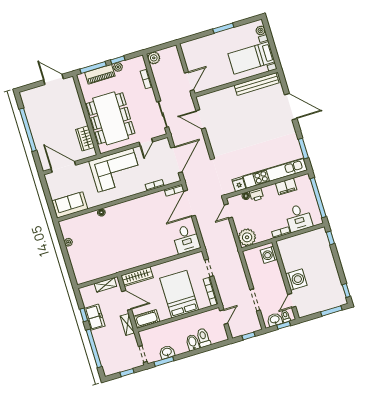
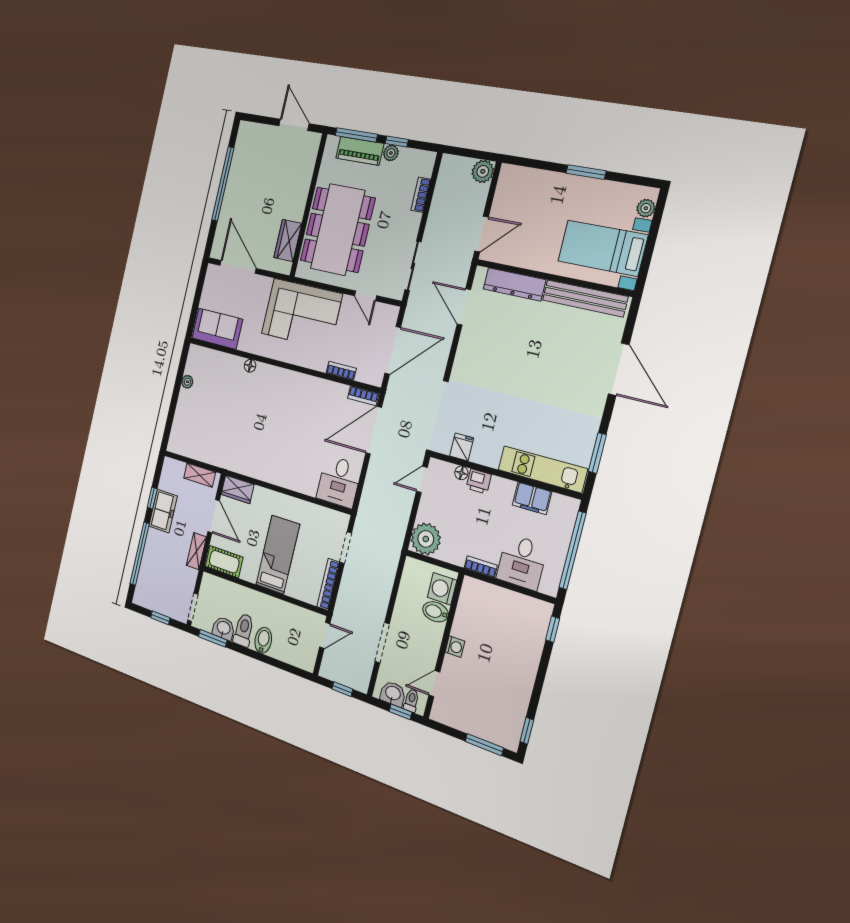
plant: (154, 58) -> (483, 171), moved
dresser: (219, 96) -> (514, 284), added
door: (146, 142) -> (366, 296), hinge flipped
kitchen unit: (275, 173) -> (542, 469), width x0.73
bidet: (272, 267) -> (436, 612), added
wardrobe: (137, 277) -> (238, 489), width x0.67
washing machine: (296, 280) -> (455, 647), width x0.53, depth x0.53
bed: (179, 294) -> (278, 555), width x0.67
toilet: (203, 338) -> (244, 630), moved

